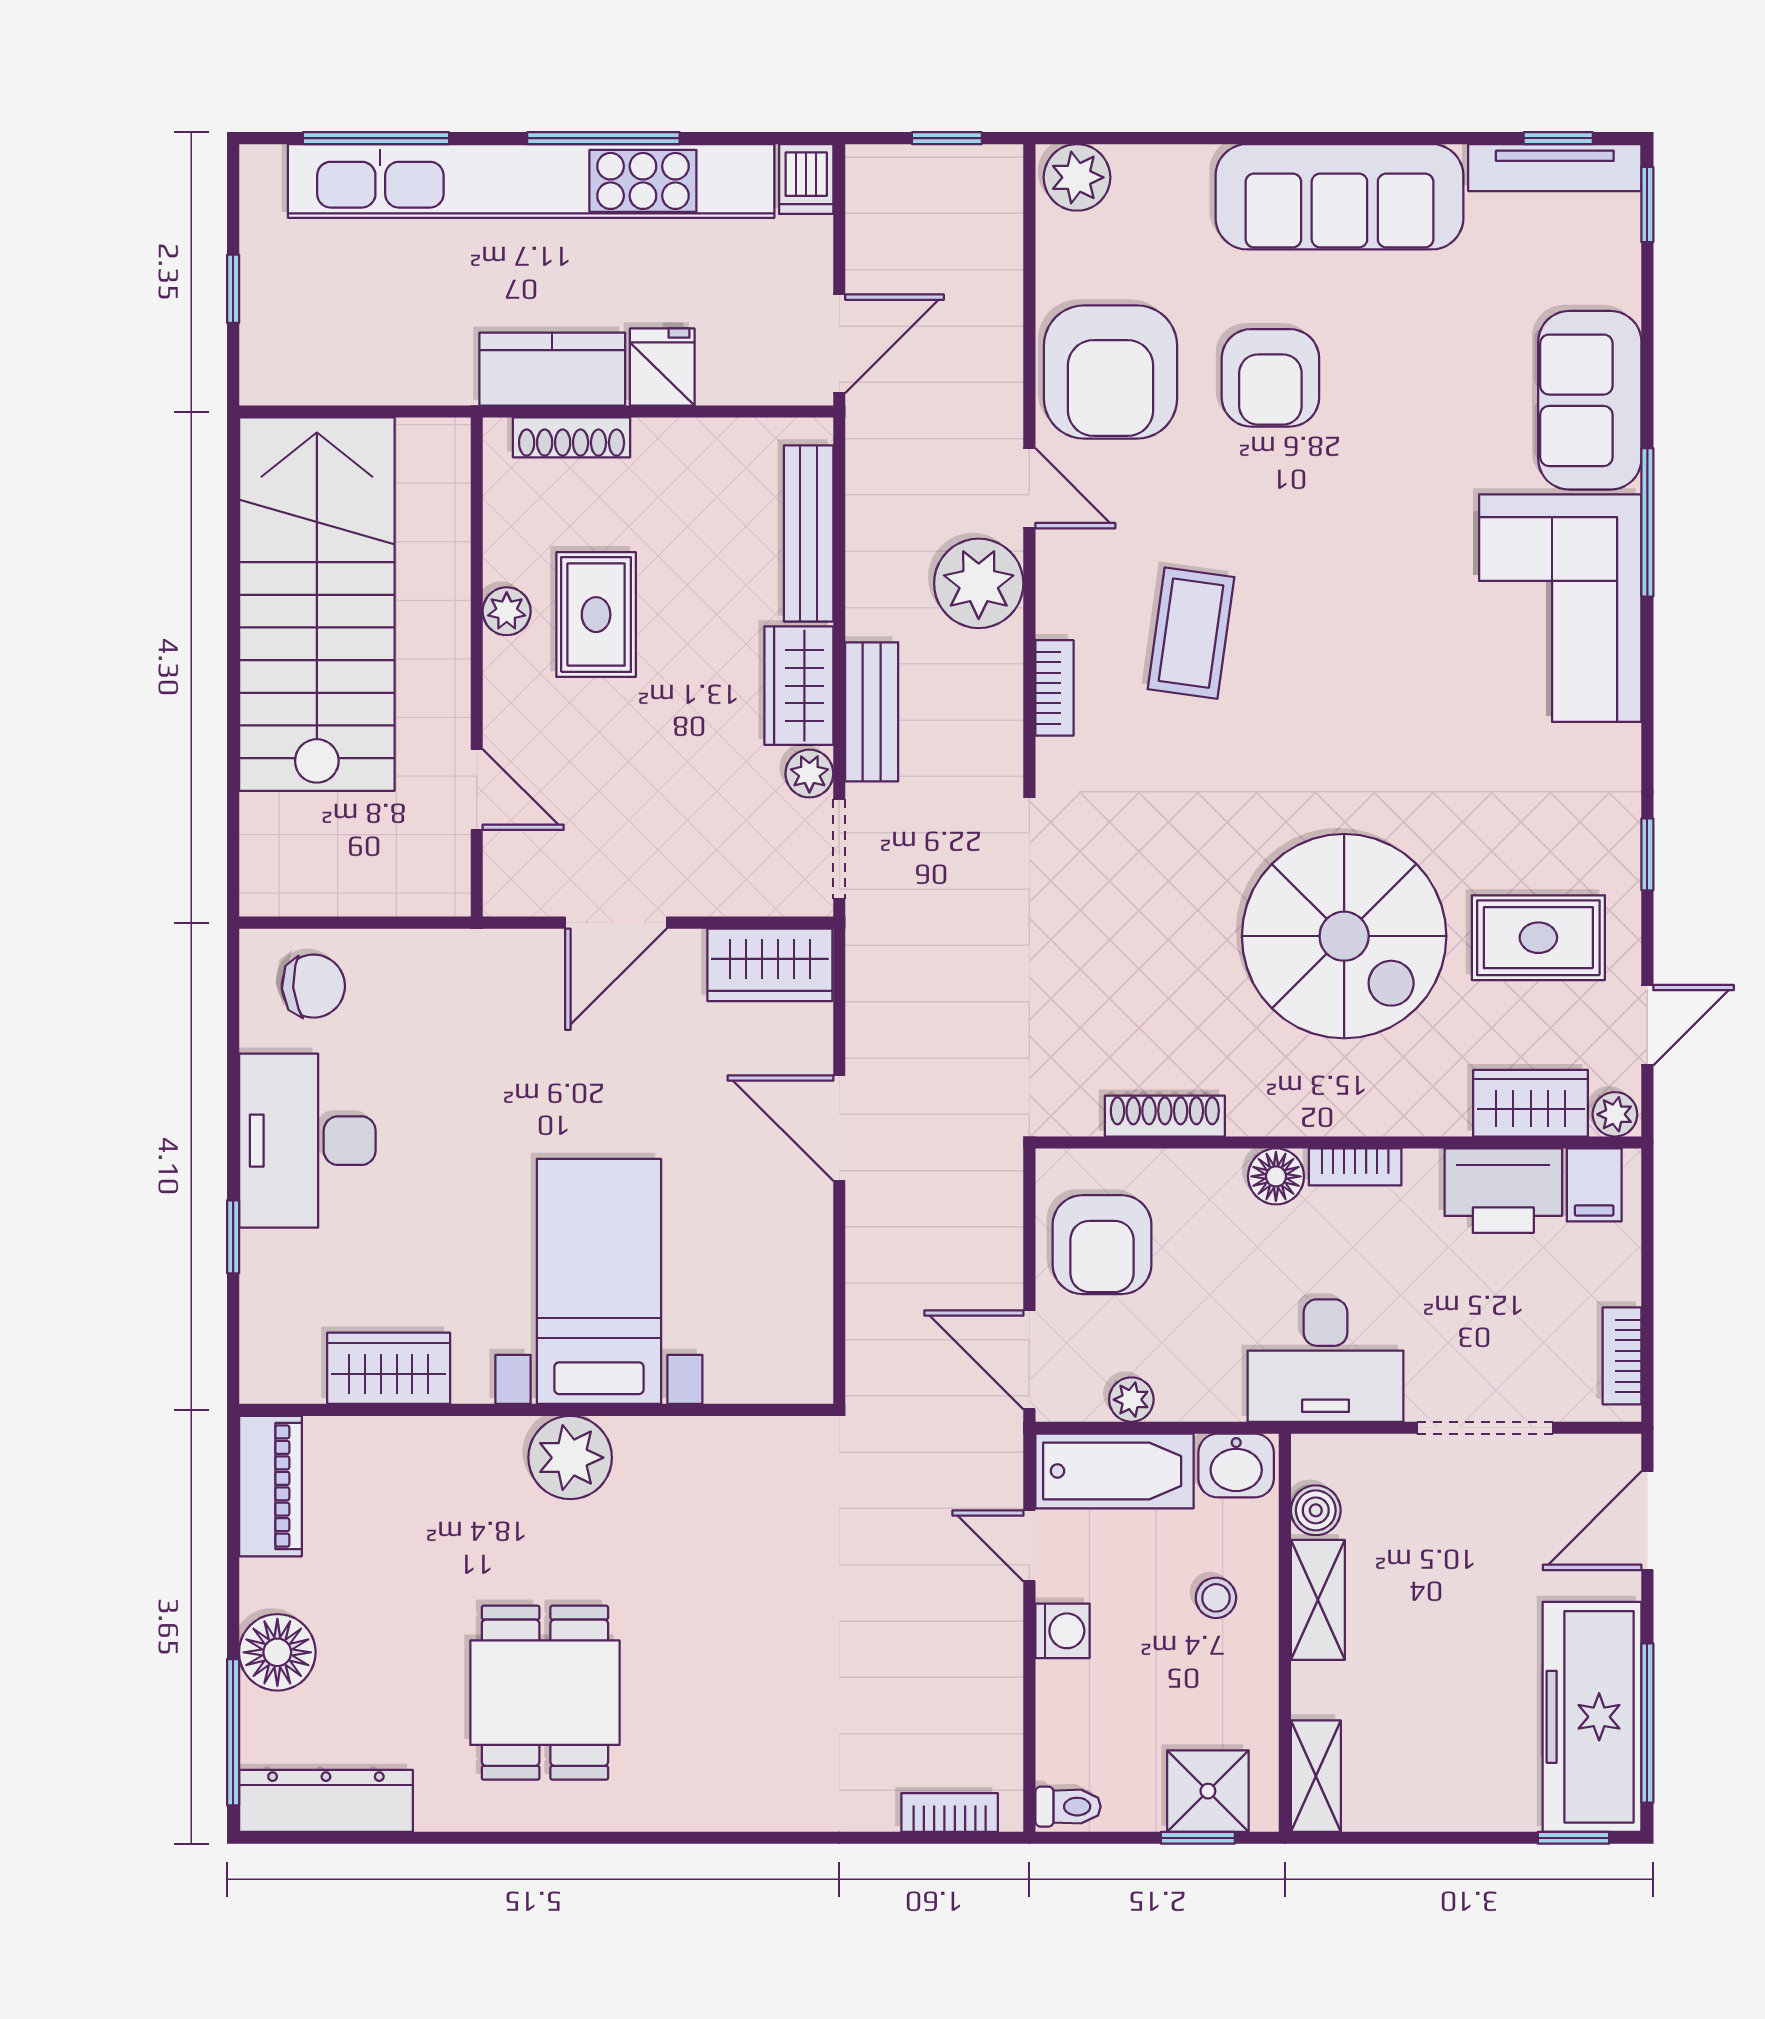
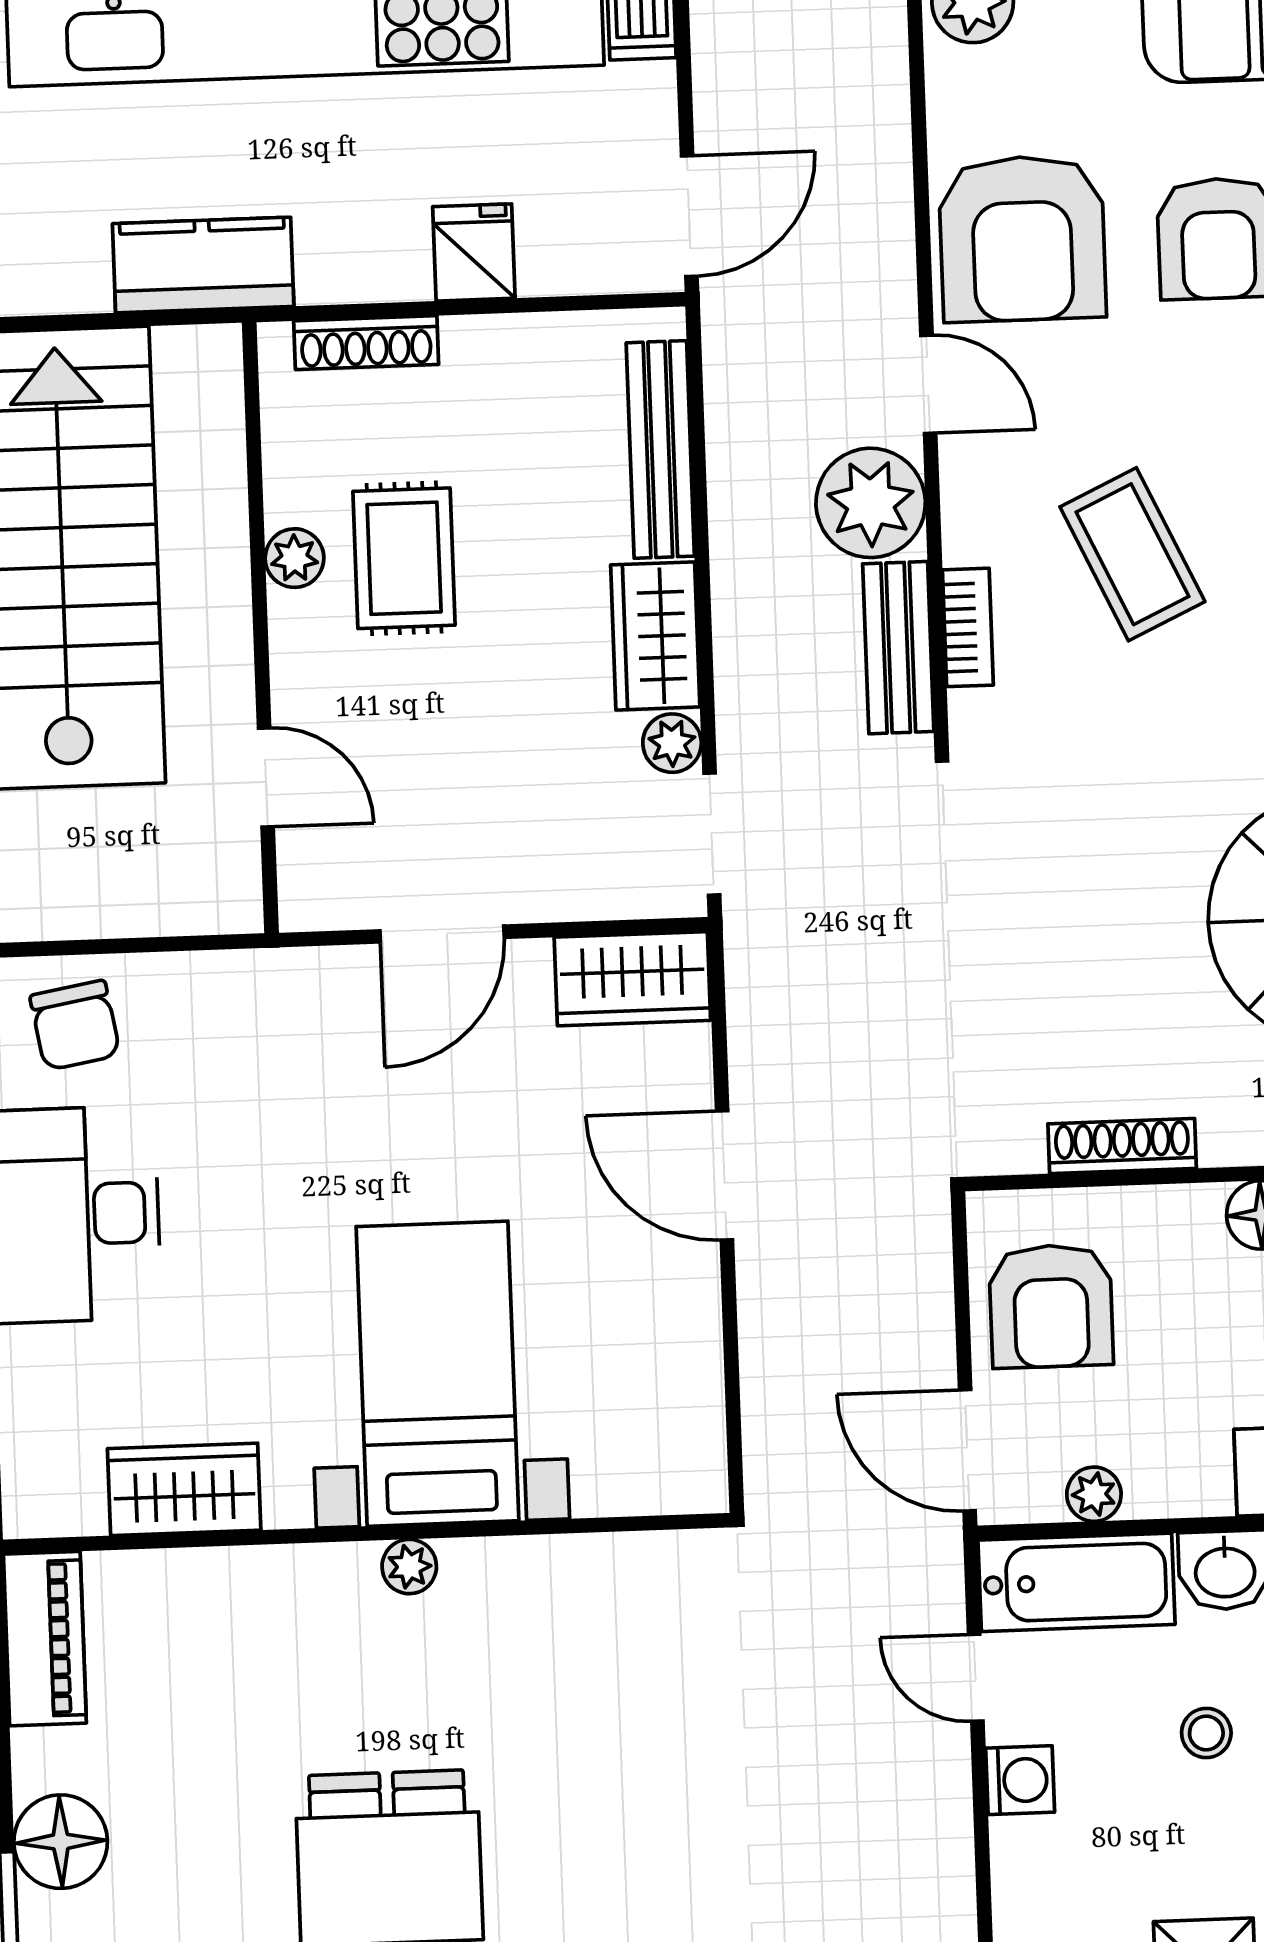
kitchen counter: (552, 369) -> (203, 265), moved
coffee table: (1191, 633) -> (1132, 554), turned -33
bench: (872, 712) -> (898, 648), moved
chair: (313, 986) -> (75, 1025), turned 84
plant: (570, 1458) -> (409, 1567), width x0.53, depth x0.53

